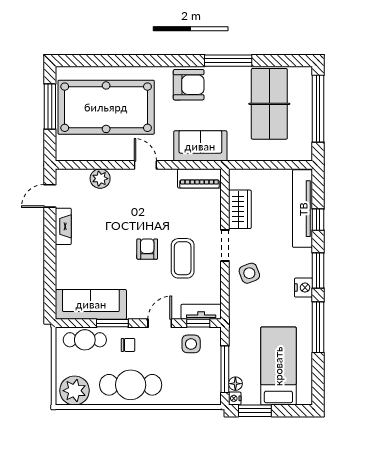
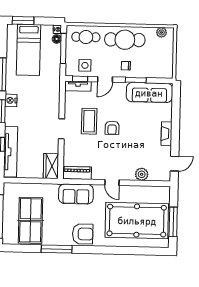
armchair: (189, 85) -> (83, 234), turned 180
wardrobe: (240, 209) -> (51, 166), moved
fireplace: (63, 226) -> (166, 134), moved
side table: (249, 273) -> (46, 111), removed
cafe table: (85, 340) -> (86, 37), moved
plant: (75, 391) -> (161, 32), width x0.53, depth x0.53
window: (255, 411) -> (23, 21), moved

